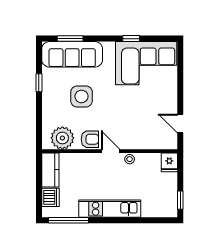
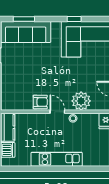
side table: (81, 96) -> (33, 67), removed
plant: (62, 138) -> (81, 101), moved
window: (69, 220) -> (23, 169), removed

